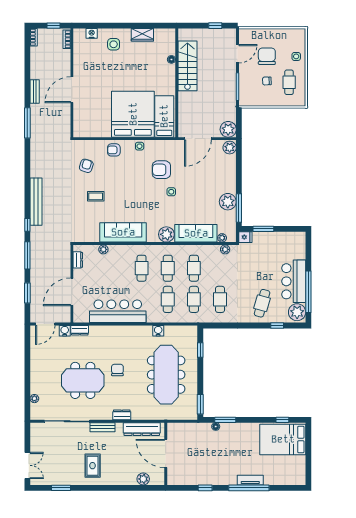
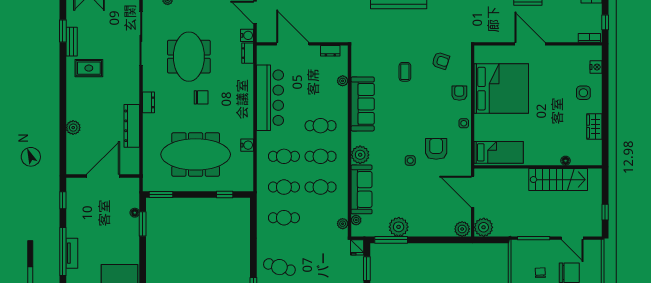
bed: (133, 114) -> (501, 89), moved
bench: (102, 427) -> (72, 42), moved
door: (166, 454) -> (103, 176), moved
wall: (166, 454) -> (103, 176), moved

